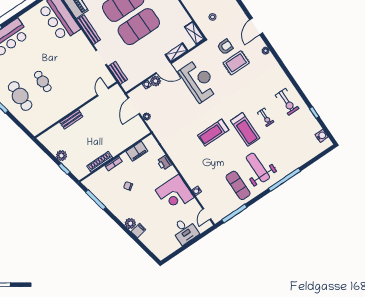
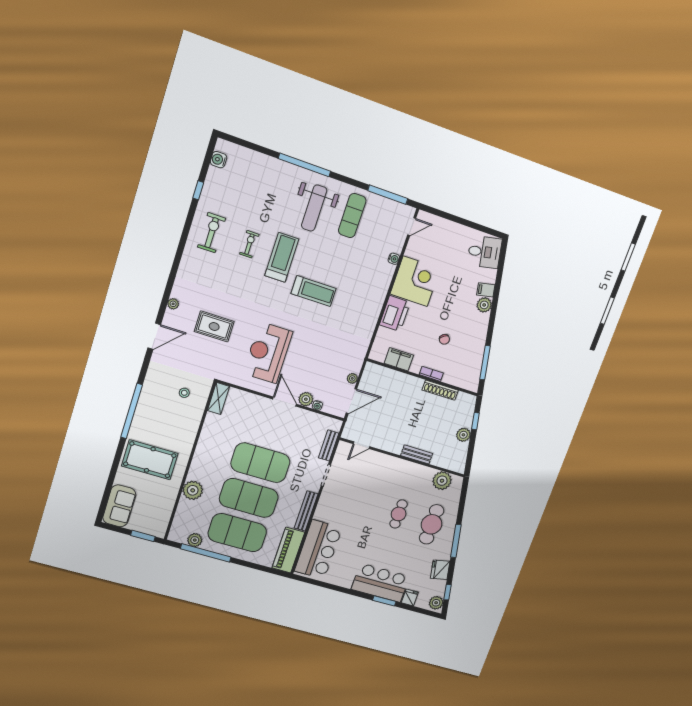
armchair: (225, 47) -> (206, 353), removed
shelving: (176, 52) -> (256, 401), removed
plant: (43, 122) -> (442, 481), added
printer: (164, 163) -> (395, 314), width x1.87, depth x1.48
desk: (185, 231) -> (484, 252), moved, turned 79

